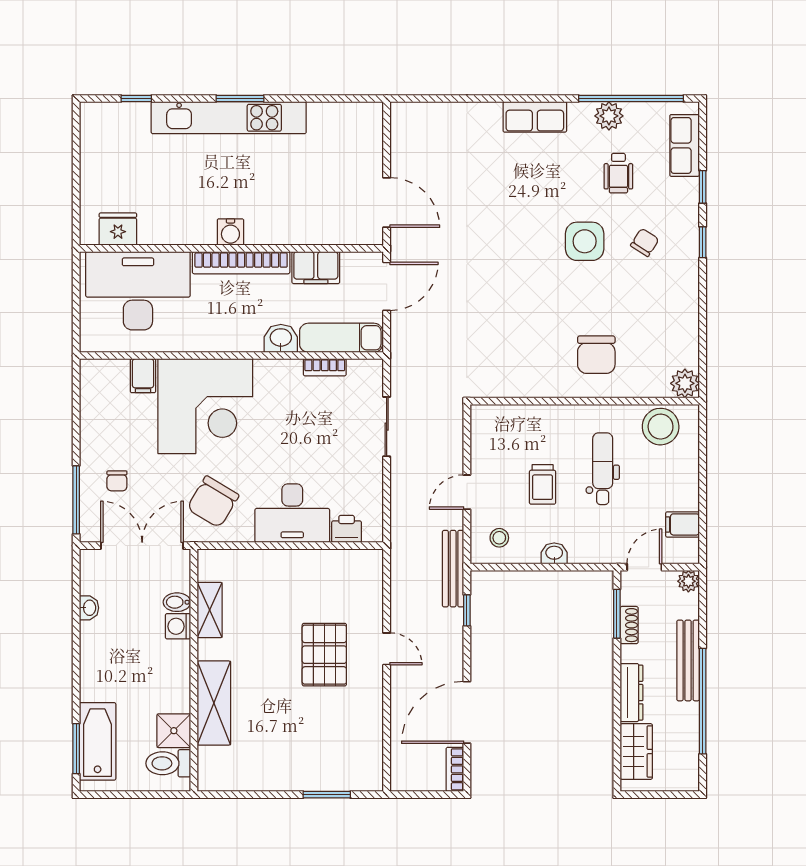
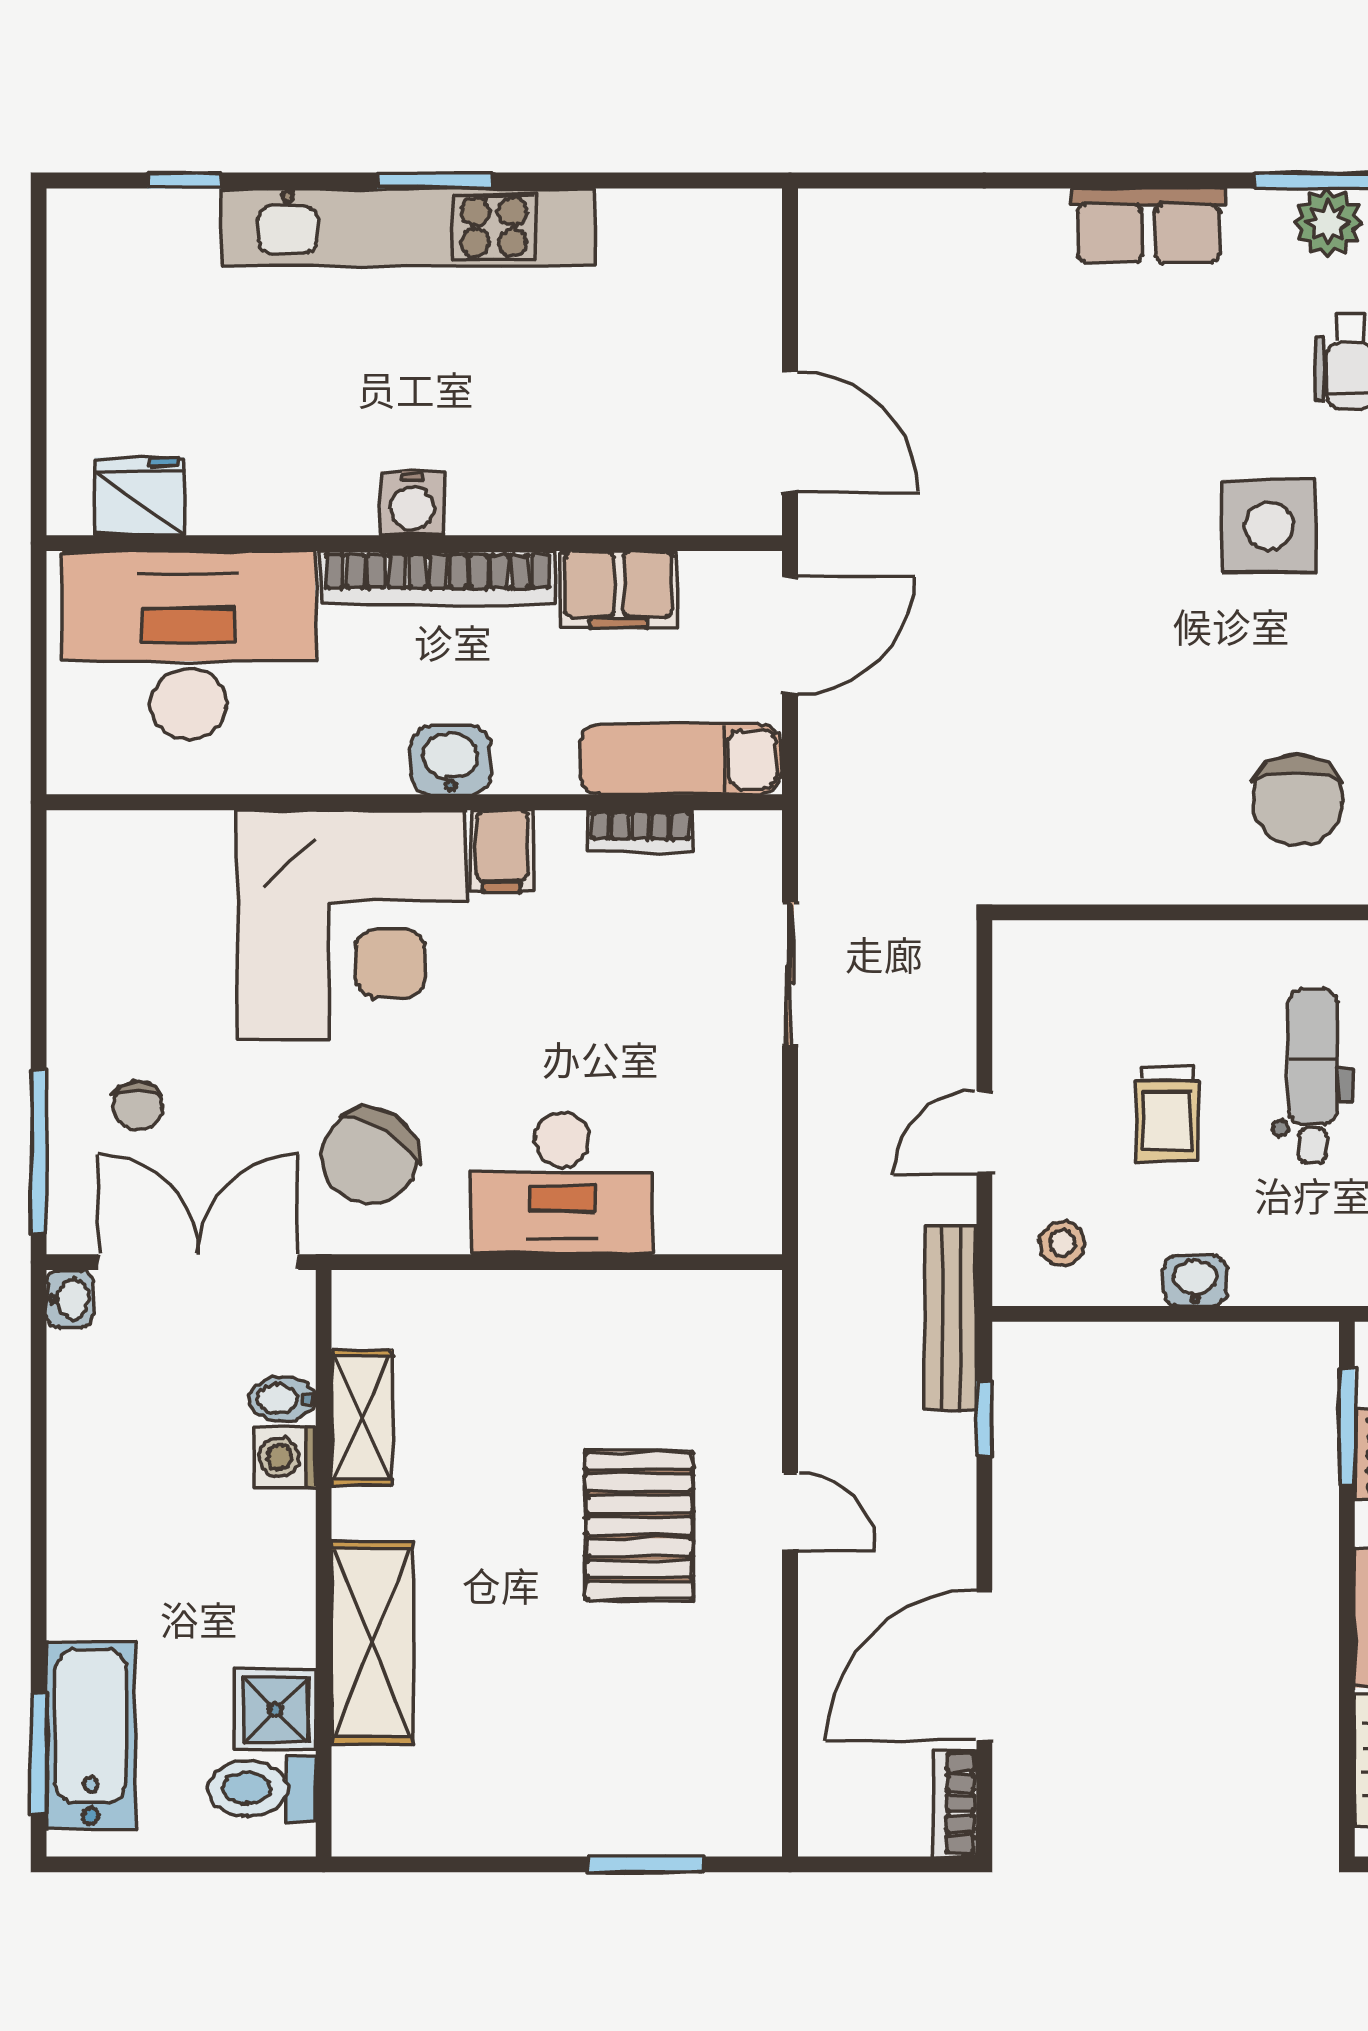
washbasin: (281, 338) -> (451, 761), moved
filing cabinet: (143, 376) -> (502, 851), moved
printer: (347, 529) -> (693, 1222), removed
washbasin: (89, 608) -> (70, 1299), moved

